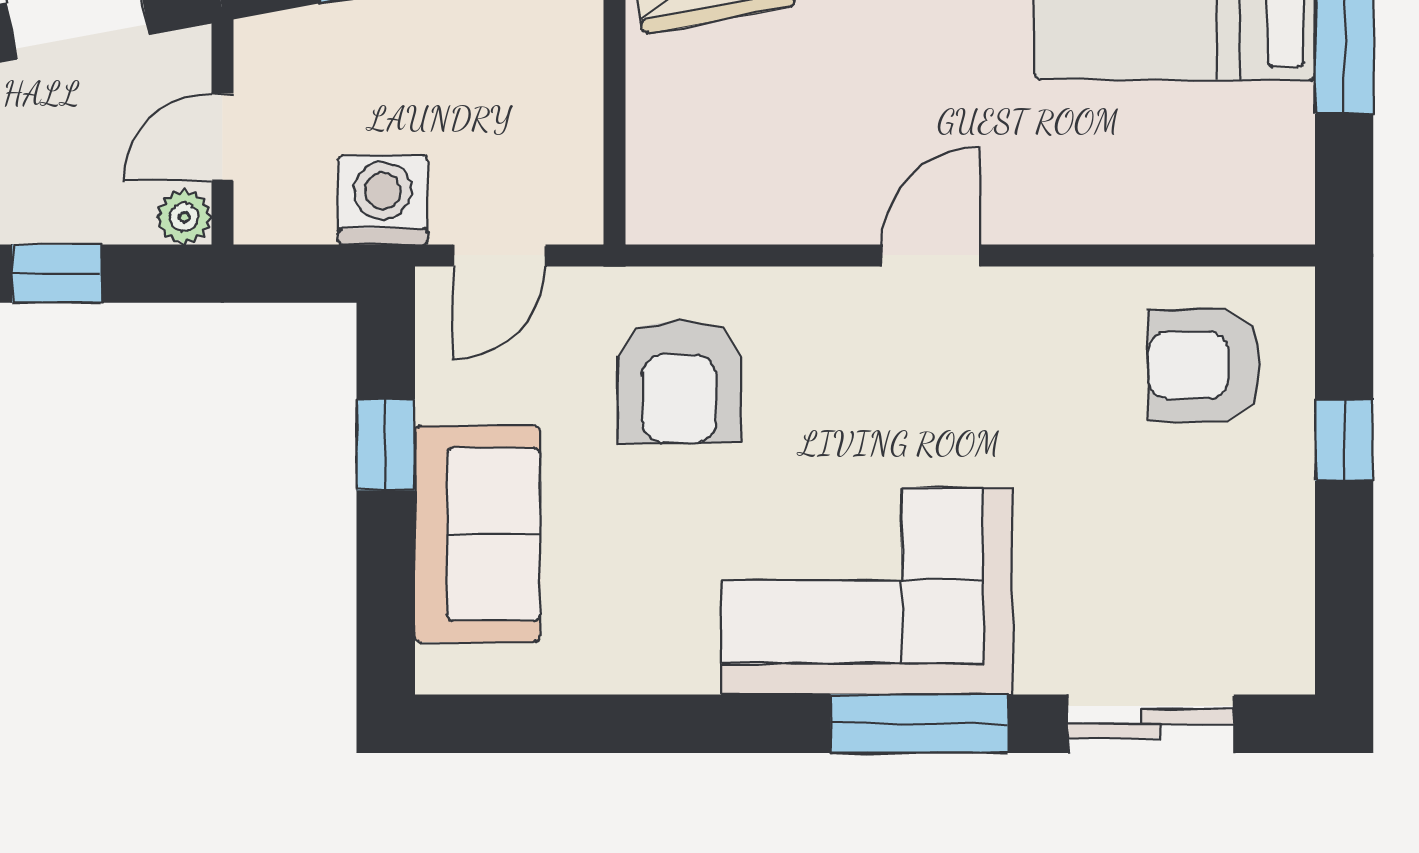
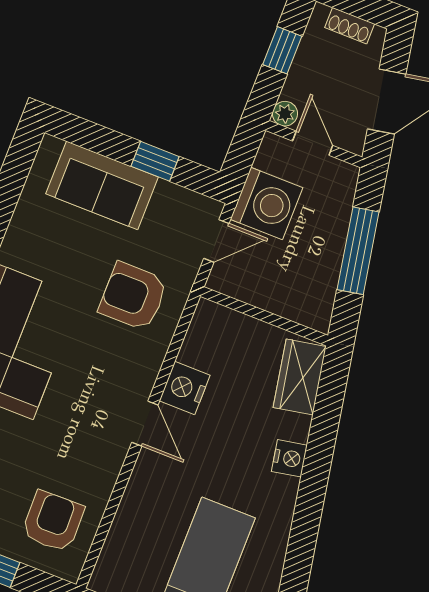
washing machine: (383, 200) -> (266, 204), width x1.37, depth x1.37
nightstand: (826, 203) -> (185, 388), added
door: (499, 255) -> (216, 241), swing flipped

